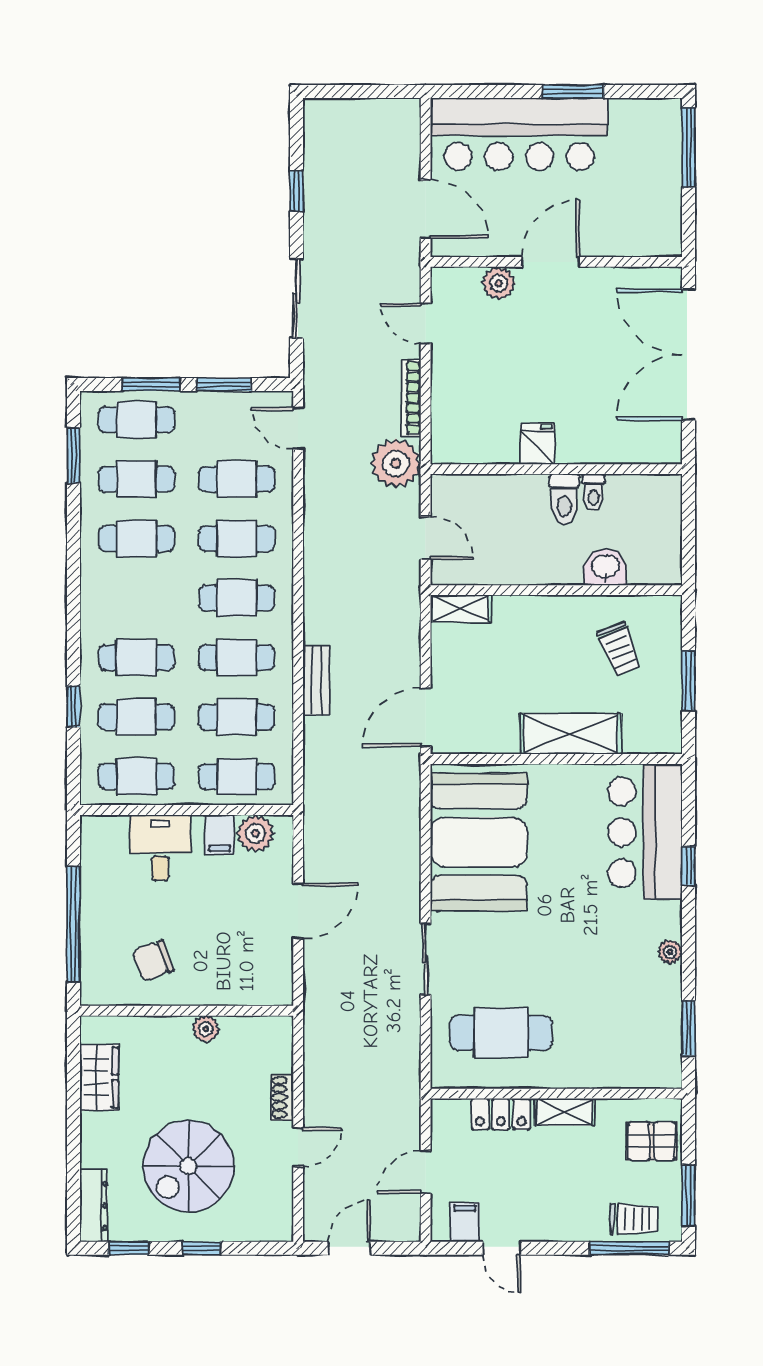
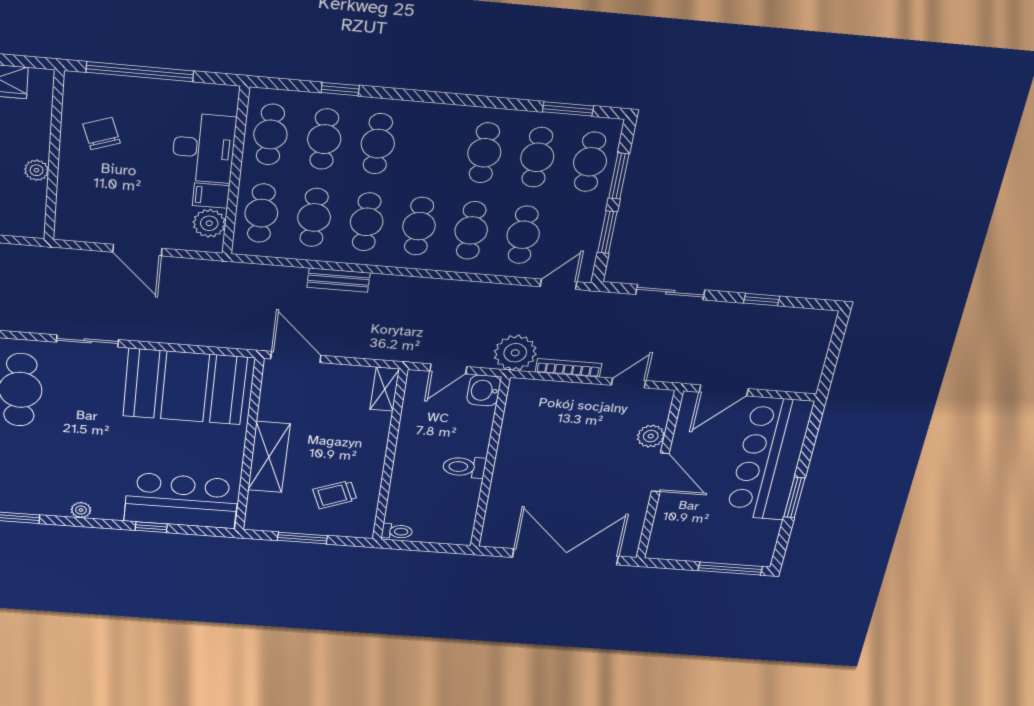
fridge: (538, 444) -> (513, 452), removed
toilet: (593, 492) -> (397, 531), moved, turned 180
washbasin: (605, 567) -> (484, 390), moved, turned 180
desk: (160, 848) -> (204, 148), width x1.37

